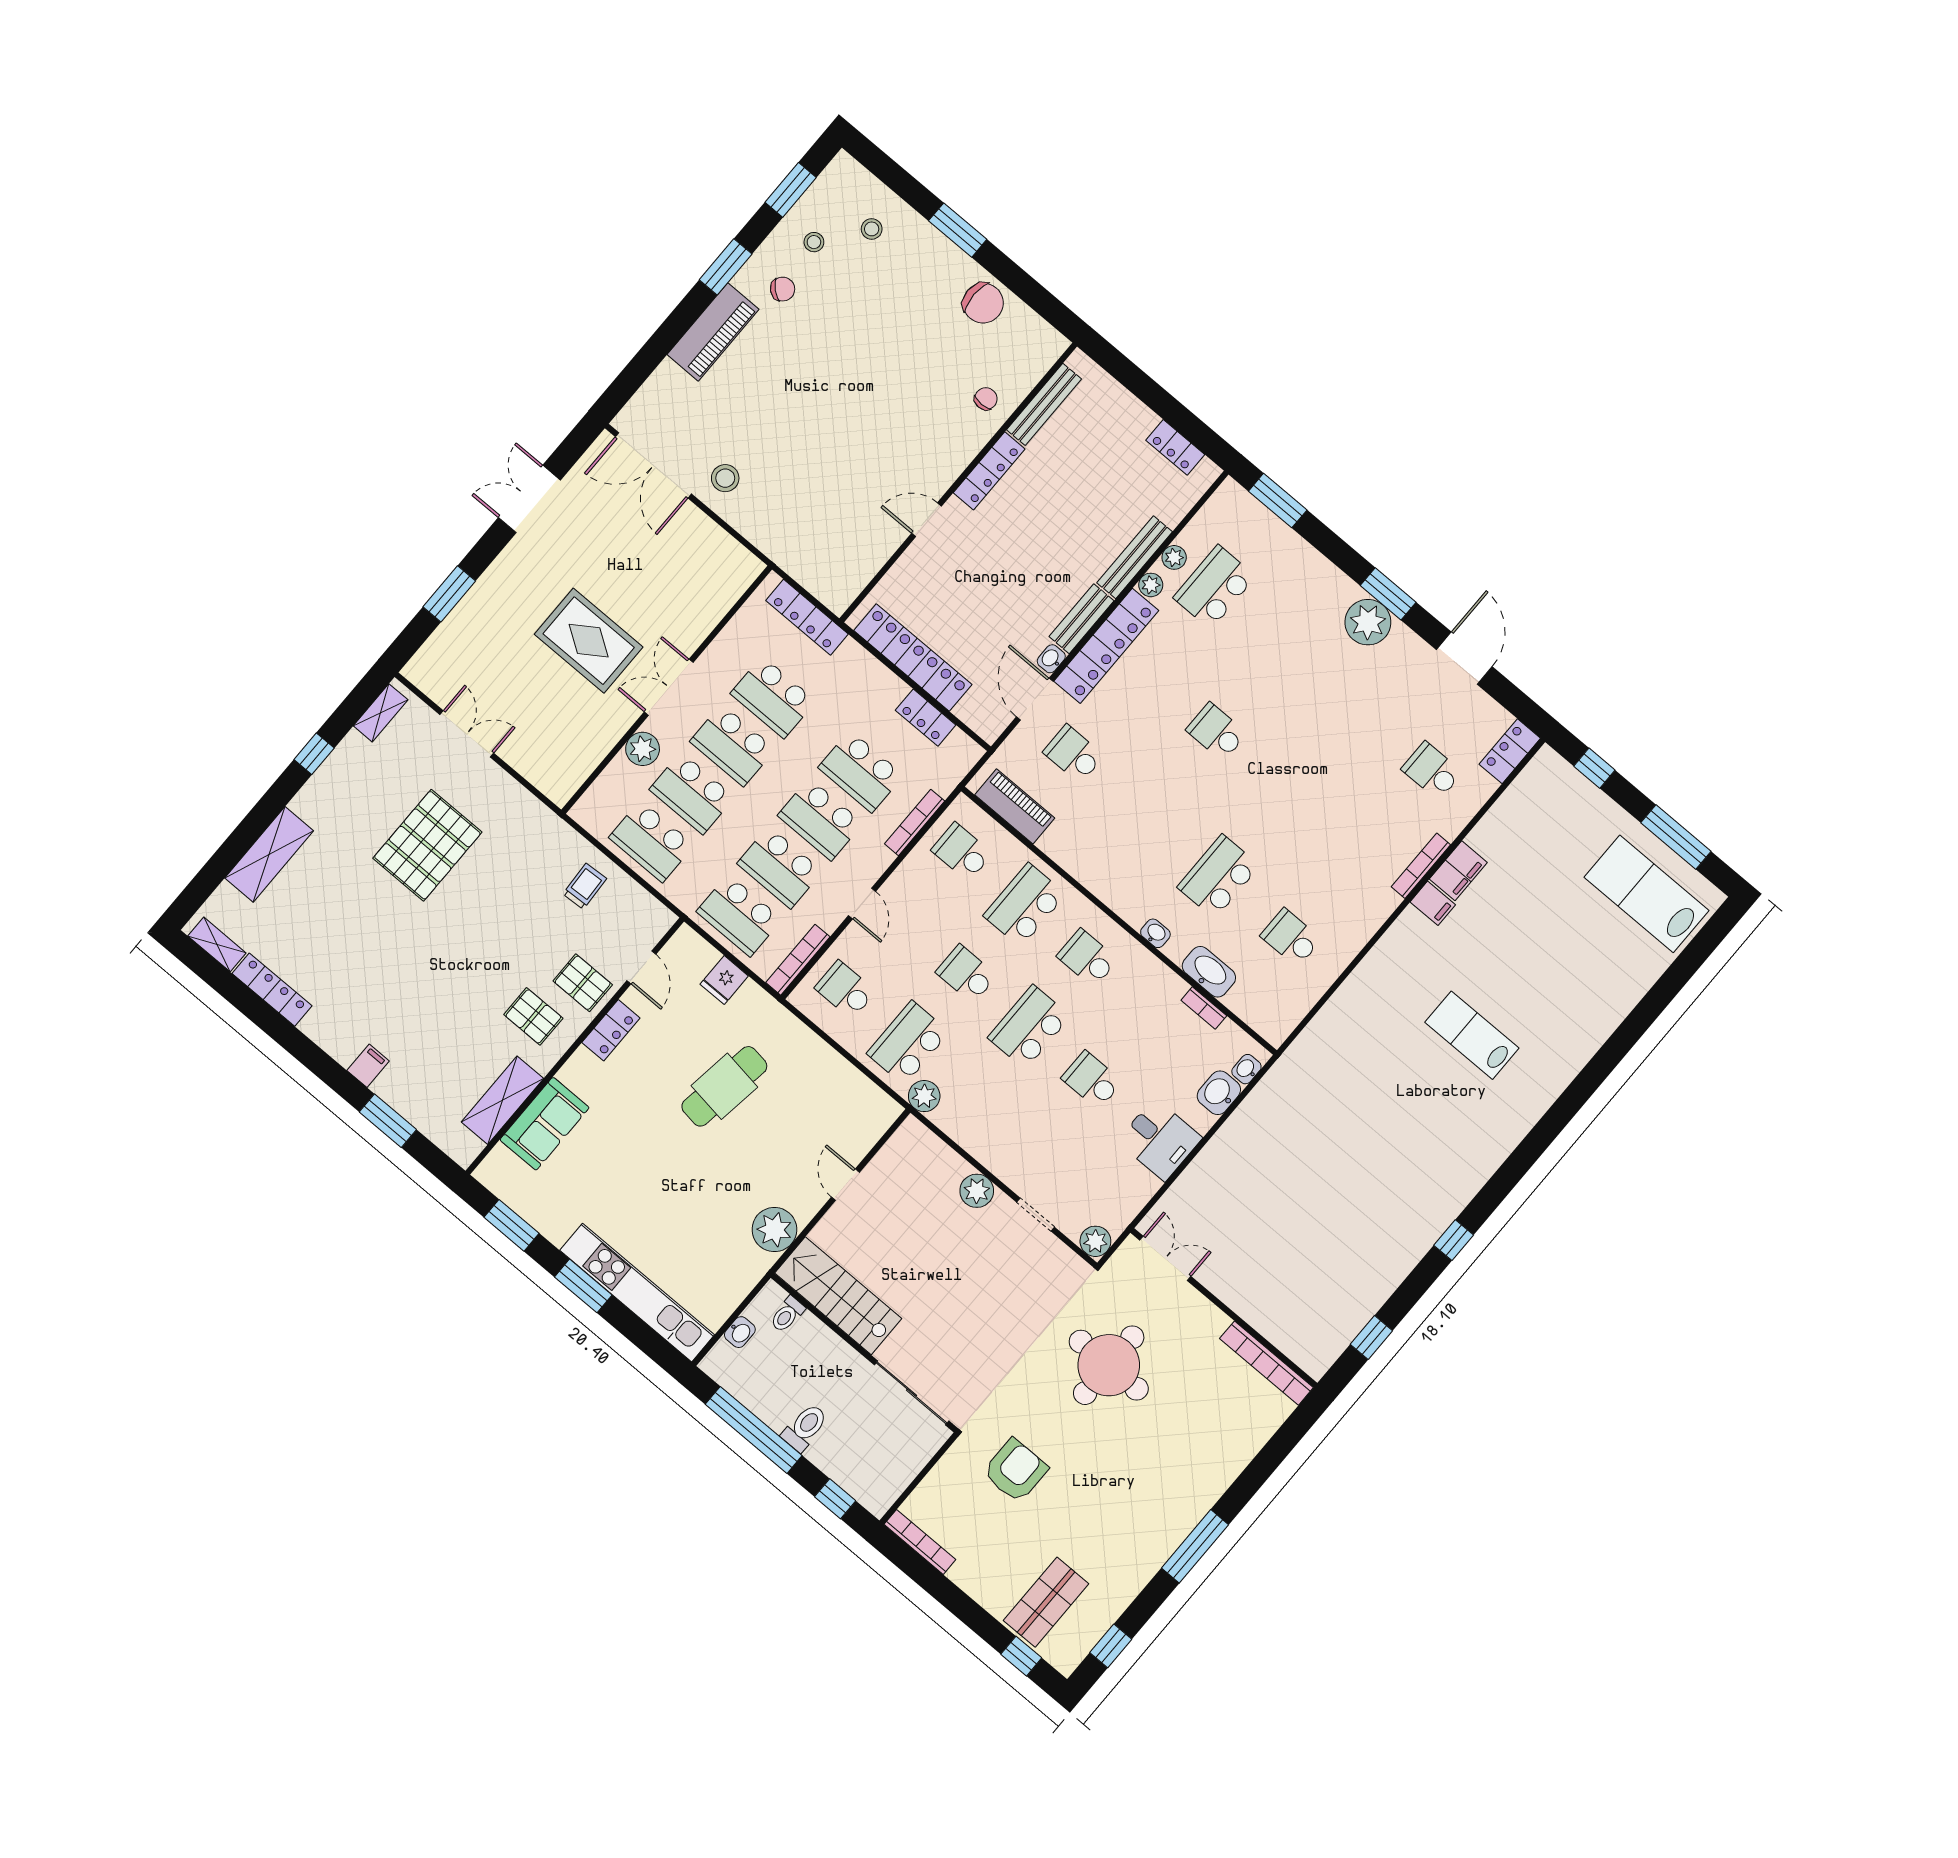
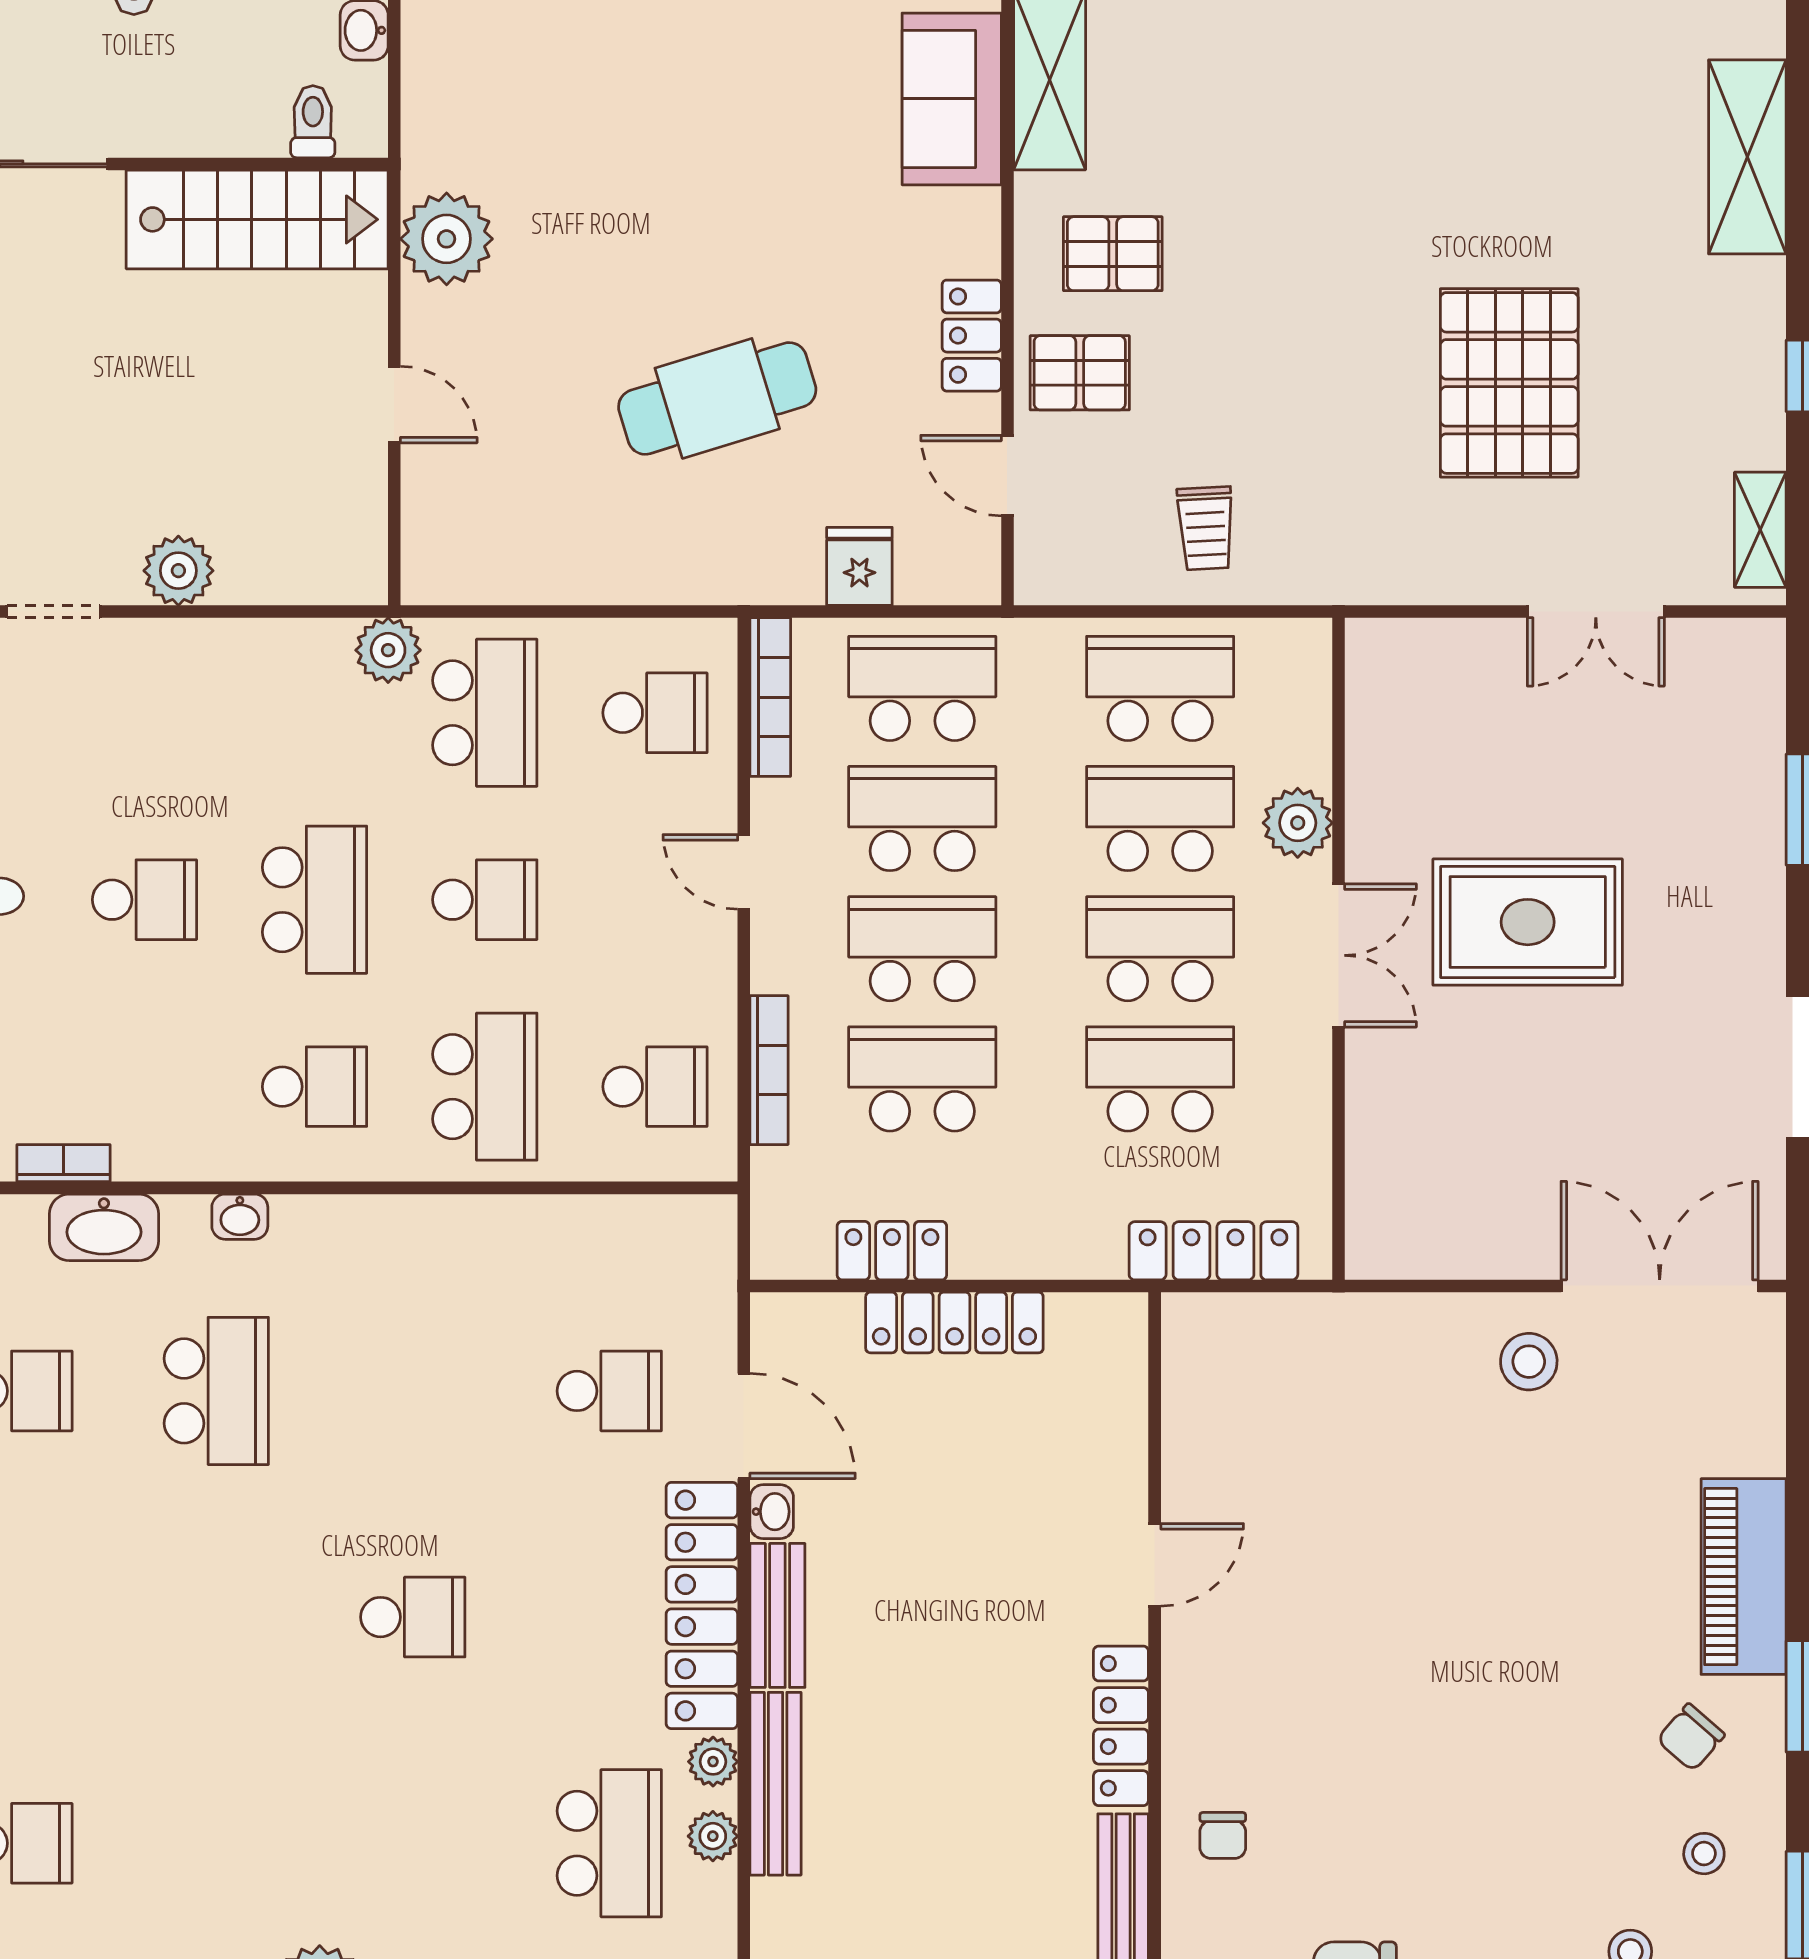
locker: (913, 657) -> (954, 1322), width x0.71, depth x0.83
piano: (1015, 806) -> (632, 1229), removed
cafe table: (724, 1086) -> (717, 398), turned 65

